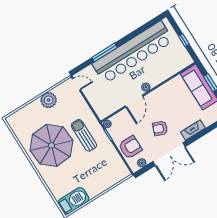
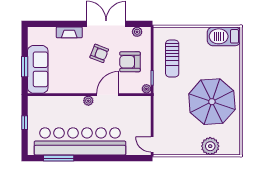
window: (104, 52) -> (59, 158), moved
plant: (49, 100) -> (210, 146), moved
sun lounger: (84, 135) -> (172, 59), moved
armchair: (130, 147) -> (130, 62), moved

